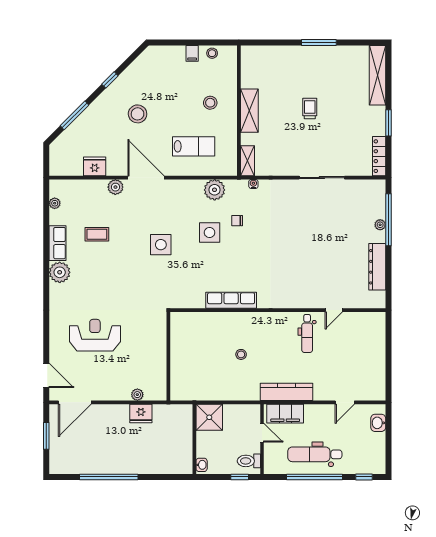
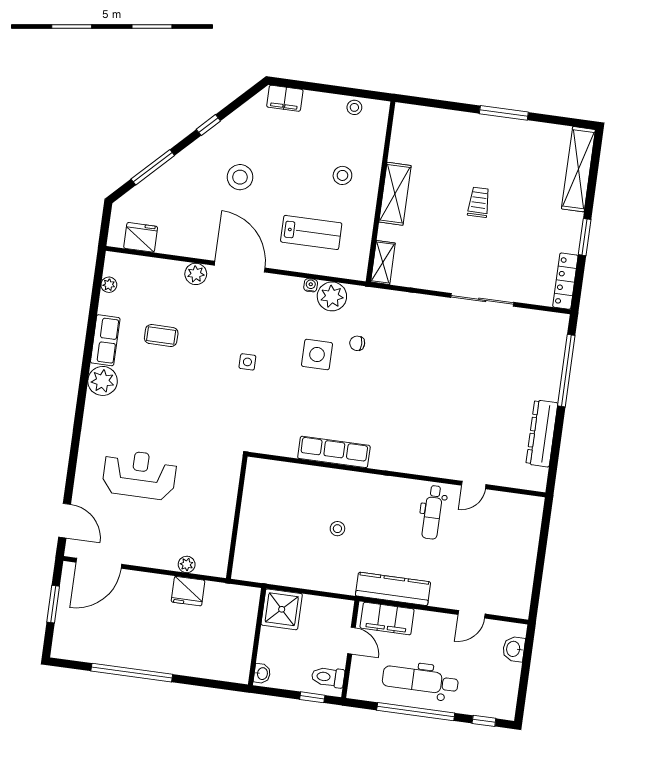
filing cabinet: (192, 53) -> (285, 98), moved, width x2.00
fridge: (95, 166) -> (141, 237), moved
water cooler: (253, 184) -> (311, 285), moved
plant: (380, 225) -> (554, 376), removed
side table: (161, 245) -> (247, 362), width x0.54, depth x0.54

